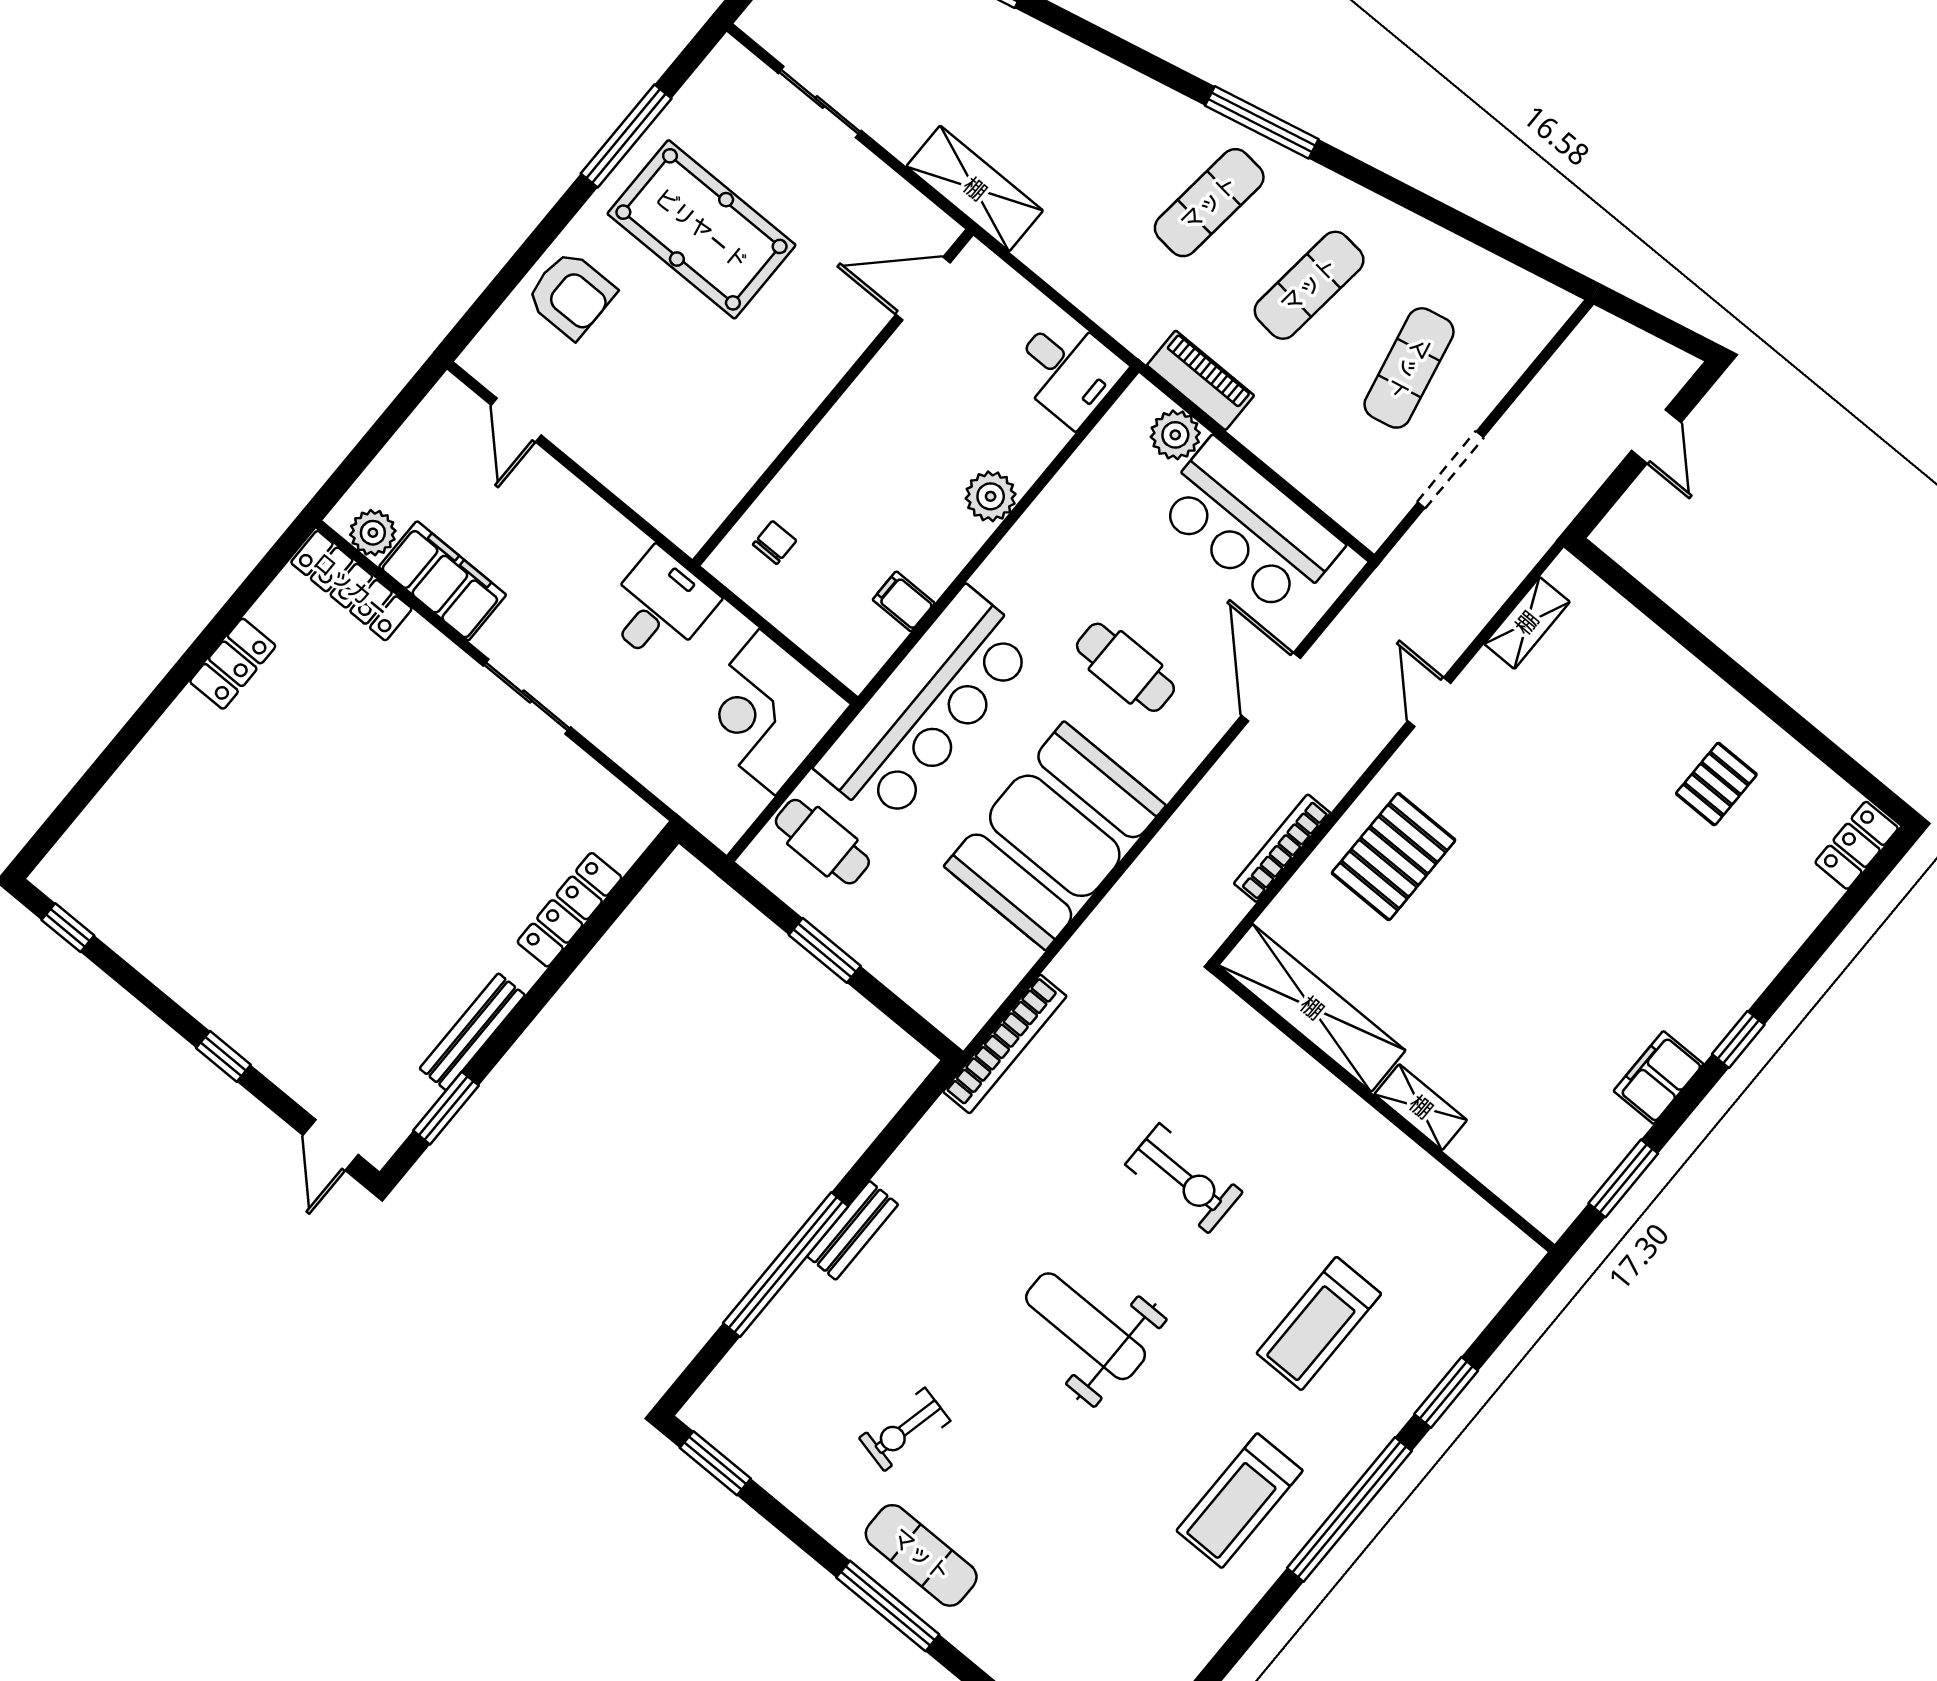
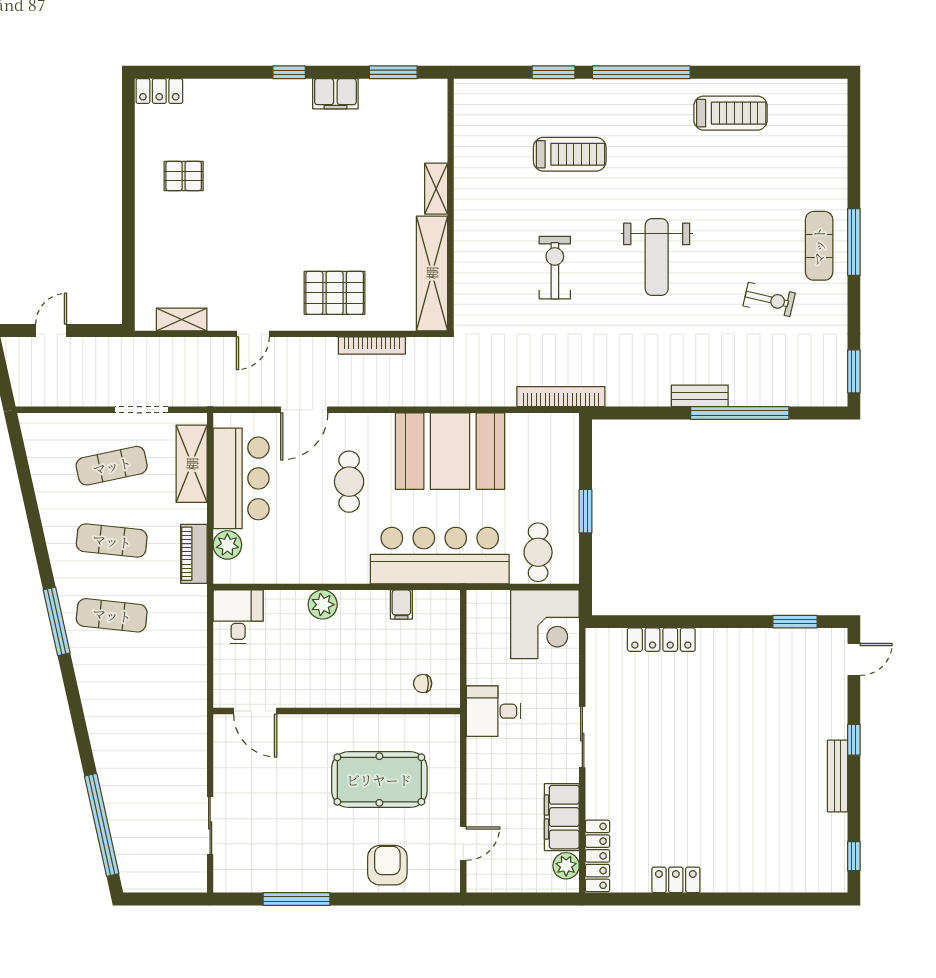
shelving: (975, 189) -> (192, 464), moved
pool table: (701, 229) -> (379, 780), moved, turned 90
corner desk: (767, 712) -> (545, 624), moved
bench: (472, 1032) -> (838, 776), moved, turned 90
treadmill: (1240, 1501) -> (730, 113), moved

